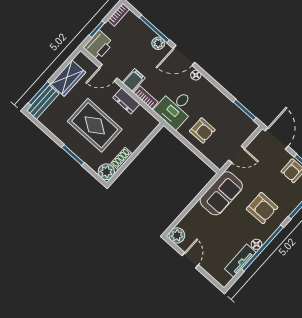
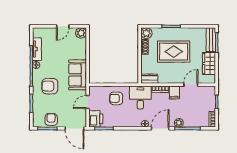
printer: (98, 45) -> (96, 119), moved, turned 180
dresser: (126, 101) -> (149, 79), moved
door: (190, 260) -> (63, 26), hinge flipped

